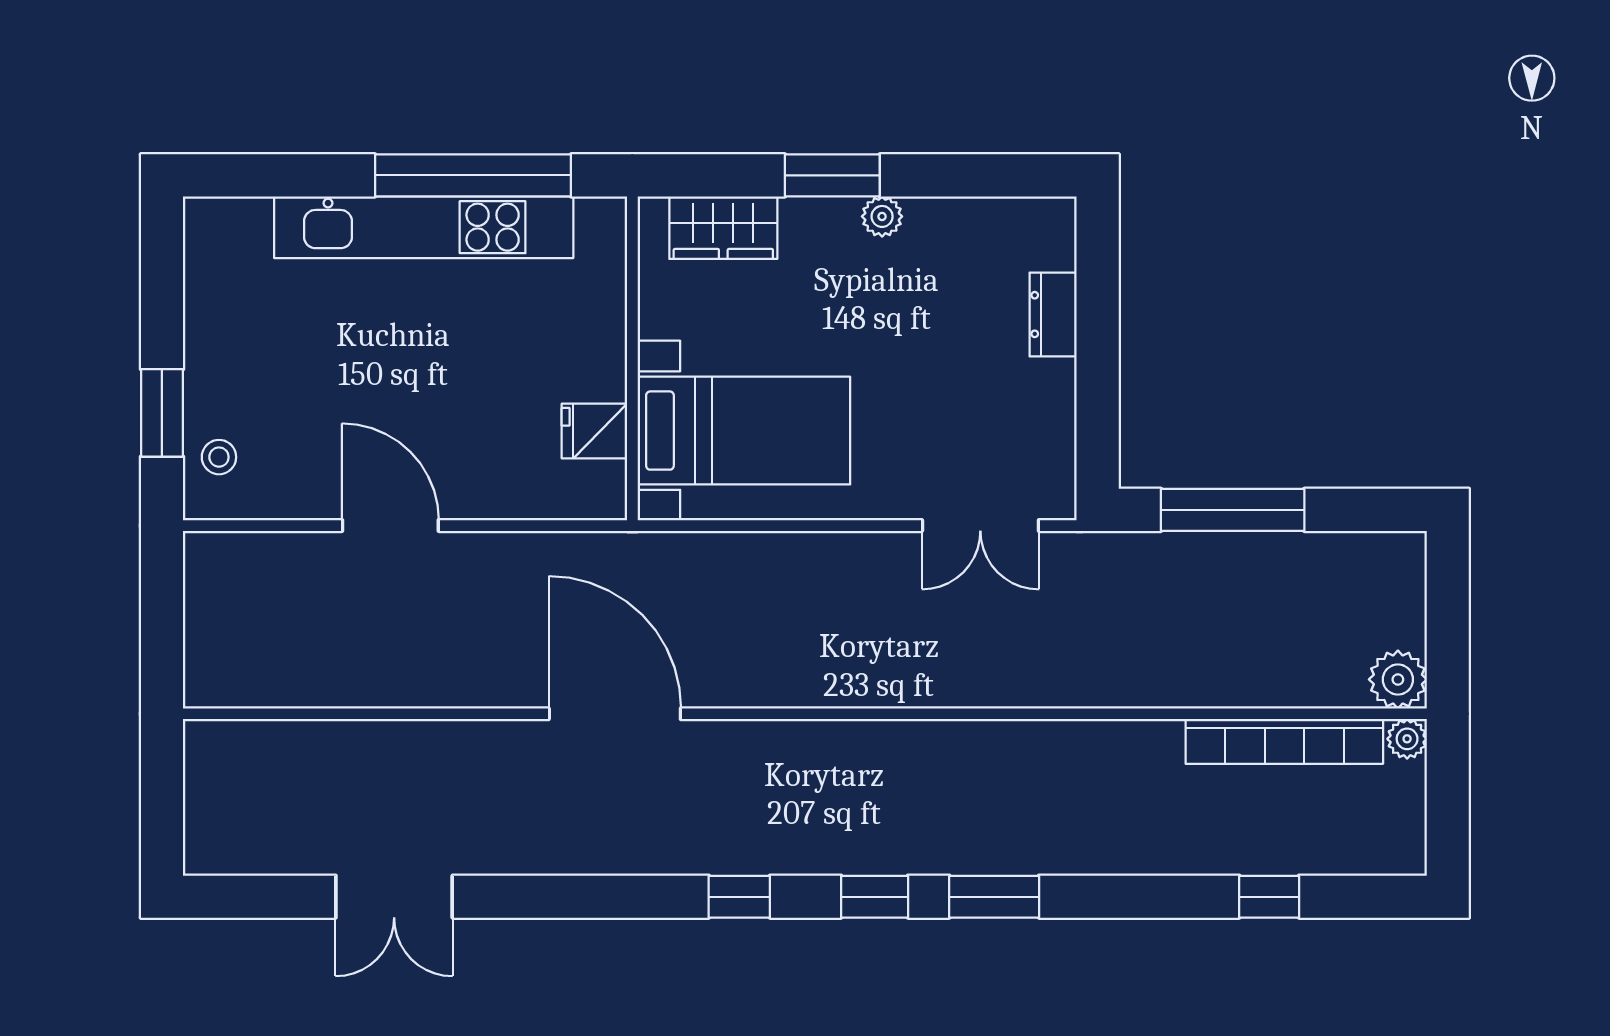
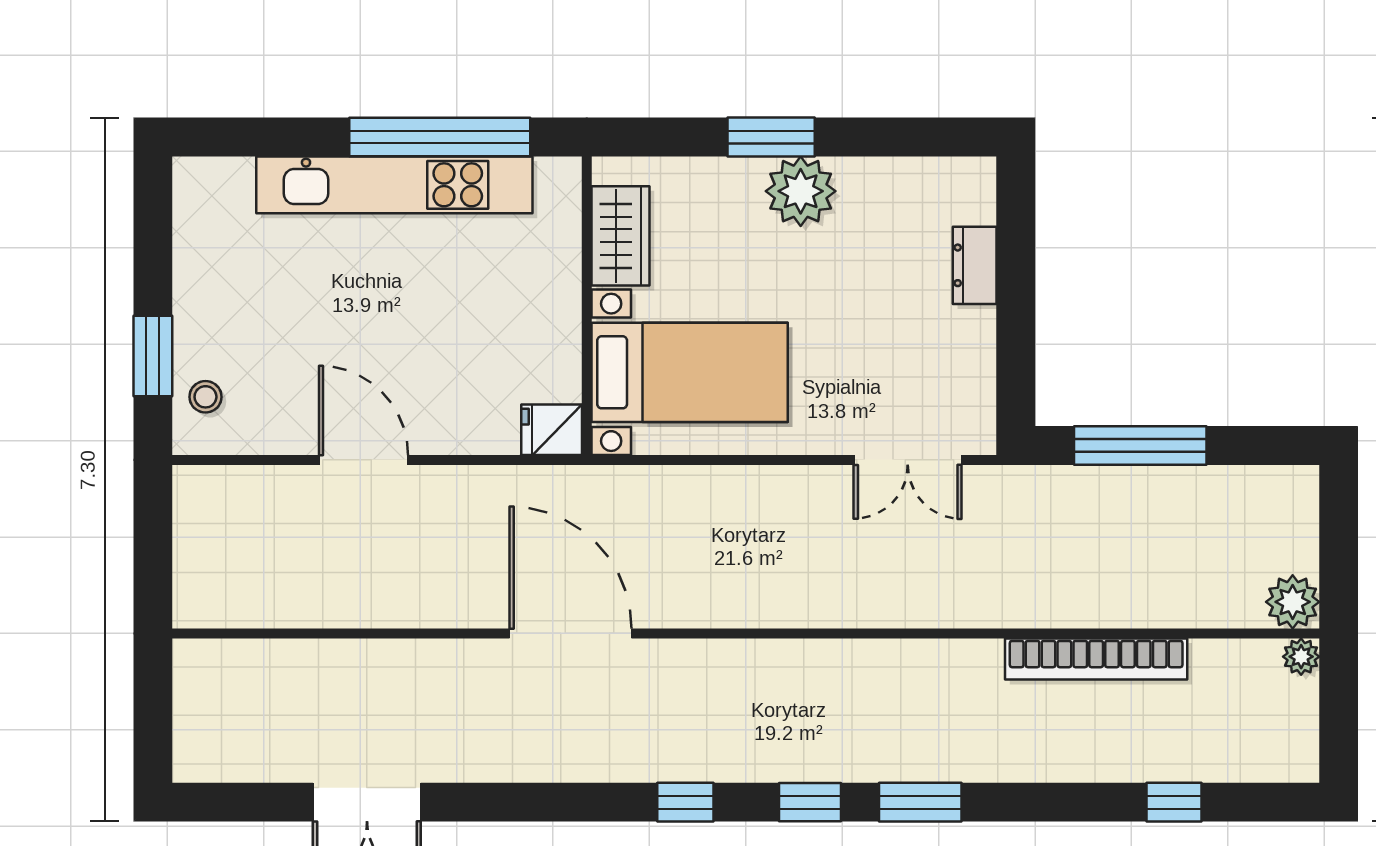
plant: (882, 216) -> (801, 191), width x1.87, depth x1.87
wardrobe: (723, 228) -> (620, 236), moved, turned -90
fridge: (594, 431) -> (552, 430), moved
bookcase: (1284, 741) -> (1096, 659), moved

